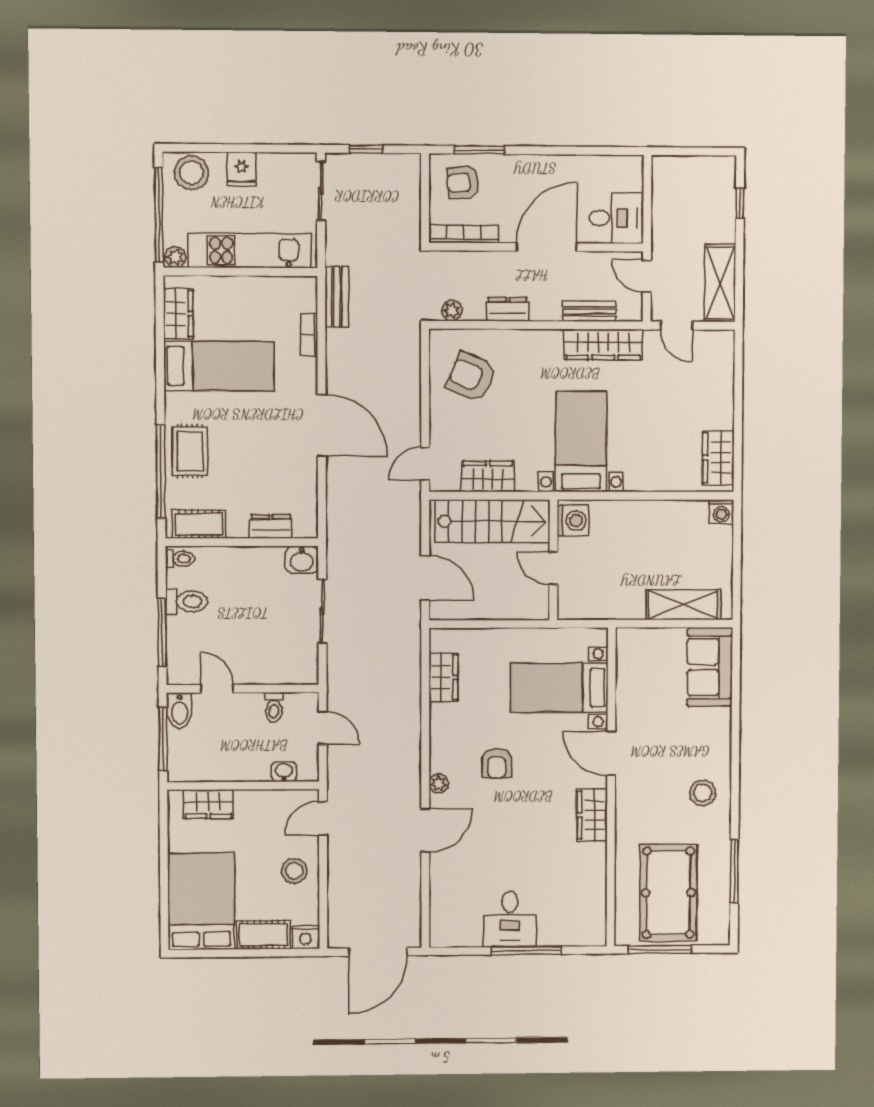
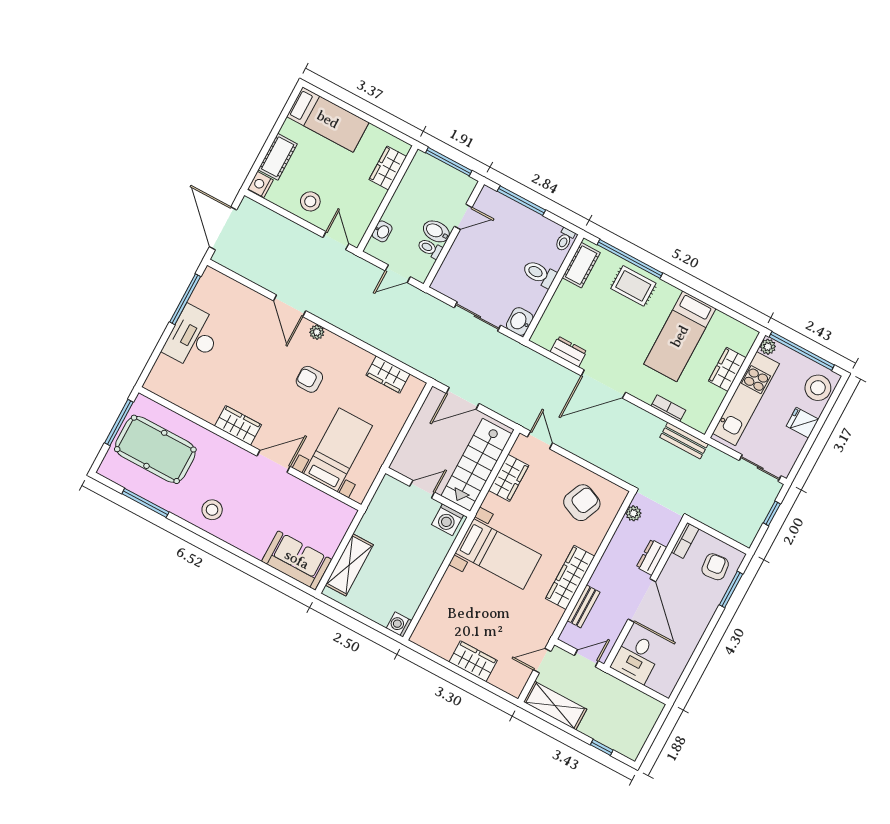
bookcase: (464, 234) -> (685, 540), width x0.64
dresser: (508, 309) -> (652, 557), moved, turned 180
wardrobe: (178, 314) -> (727, 369), moved, turned 90
wardrobe: (603, 345) -> (570, 577), moved
wardrobe: (718, 458) -> (473, 661), moved
dresser: (271, 526) -> (568, 352), moved, turned -90
toilet: (187, 601) -> (539, 274), moved, turned 90
bidet: (180, 710) -> (436, 231), moved
bed: (201, 901) -> (328, 120), width x0.67
desk: (510, 919) -> (193, 337), width x1.37
window: (526, 951) -> (185, 299), moved

